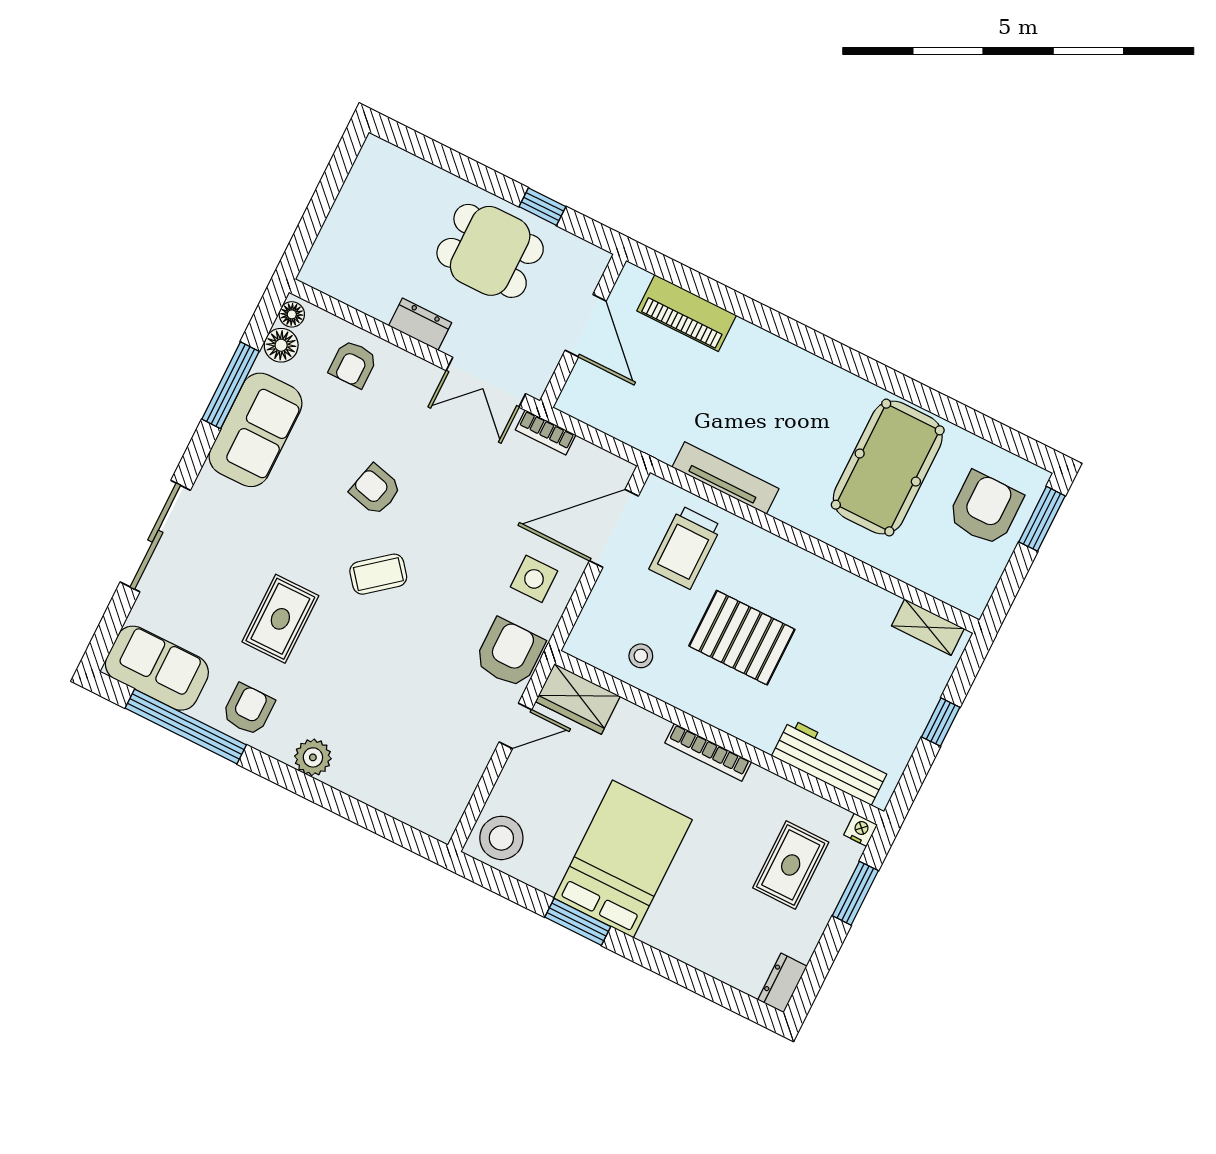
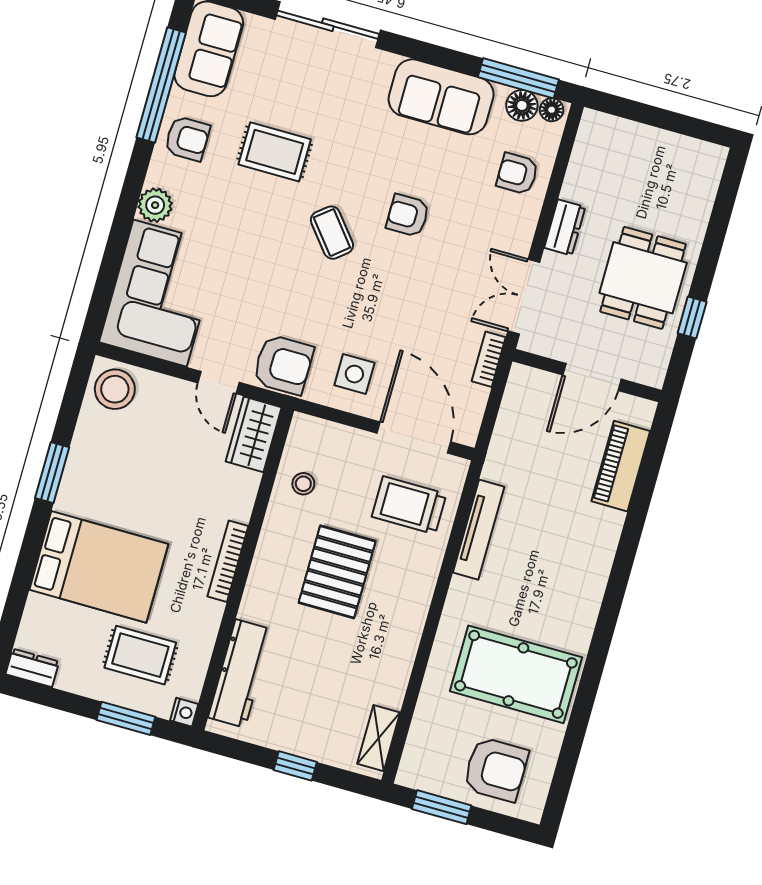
window: (231, 385) -> (518, 78), moved
armchair: (375, 490) -> (408, 215), turned -104
window: (1042, 519) -> (442, 807), moved
corner sofa: (408, 770) -> (160, 293), added
bed: (623, 859) -> (99, 567), moved

